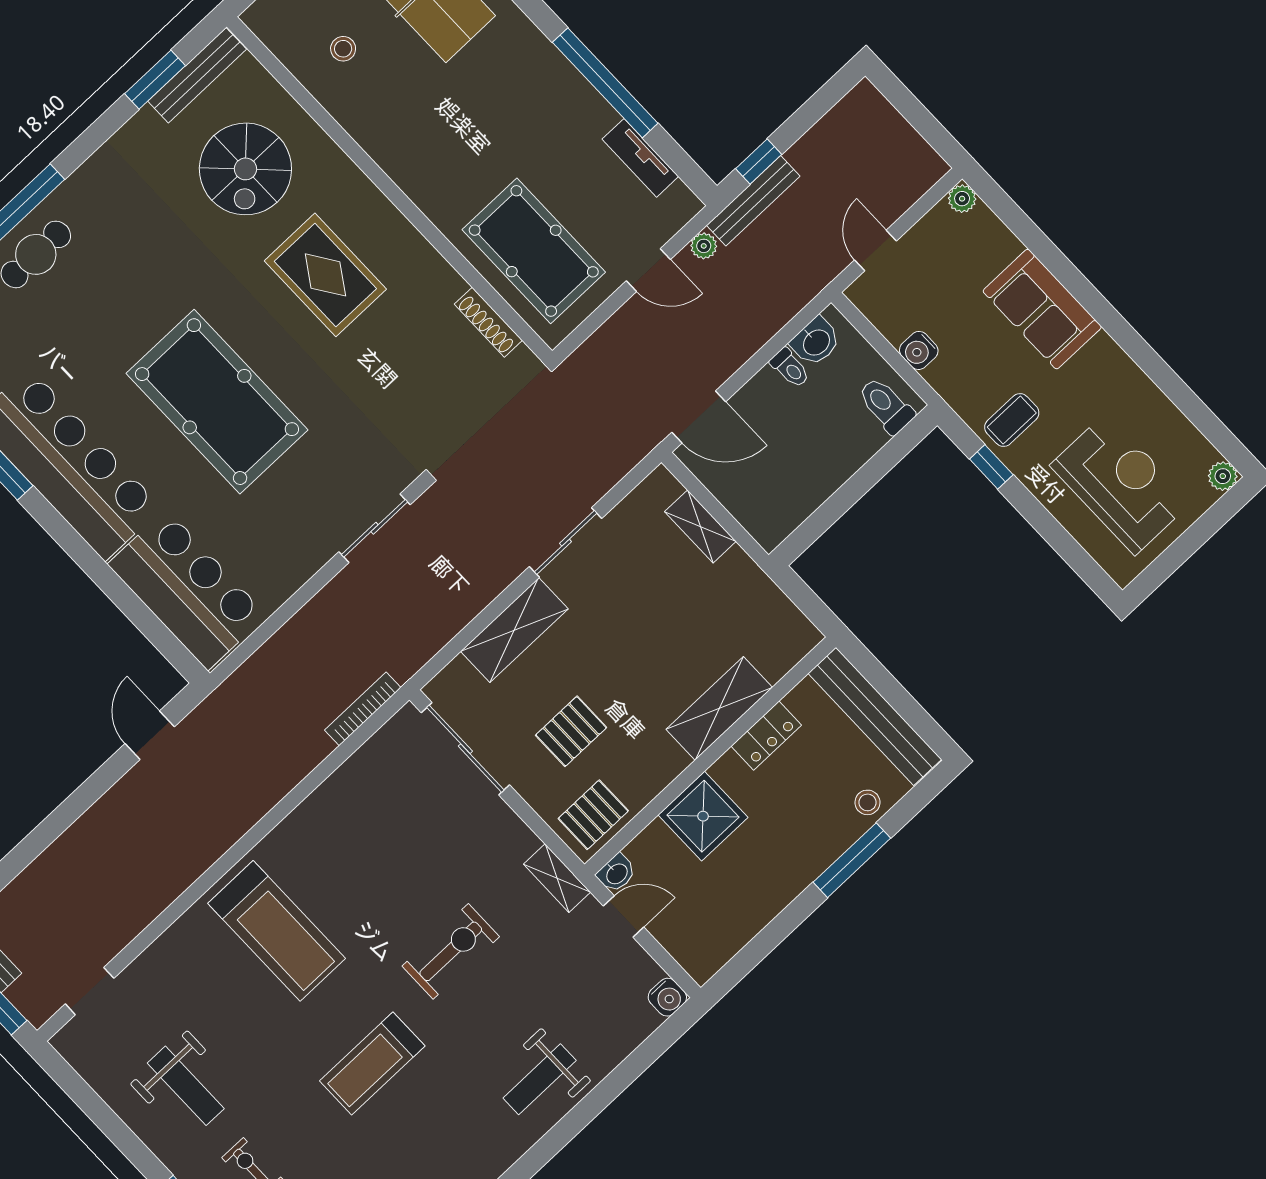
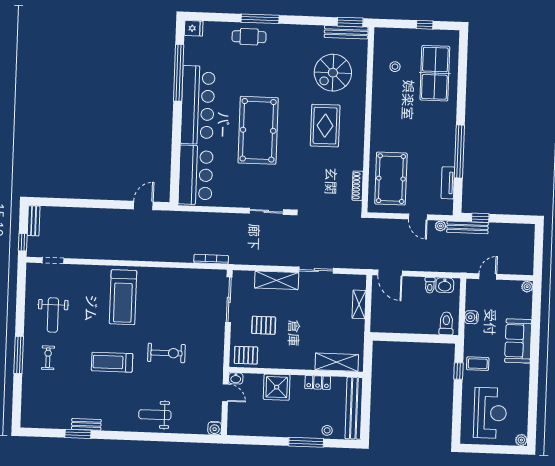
window: (155, 80) -> (350, 22), moved
shelving: (719, 708) -> (337, 362), moved
shelving: (557, 878) -> (218, 363), removed

